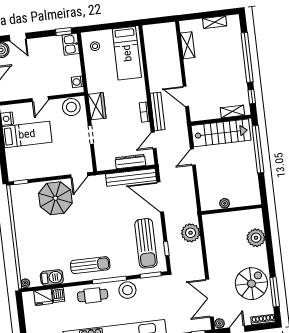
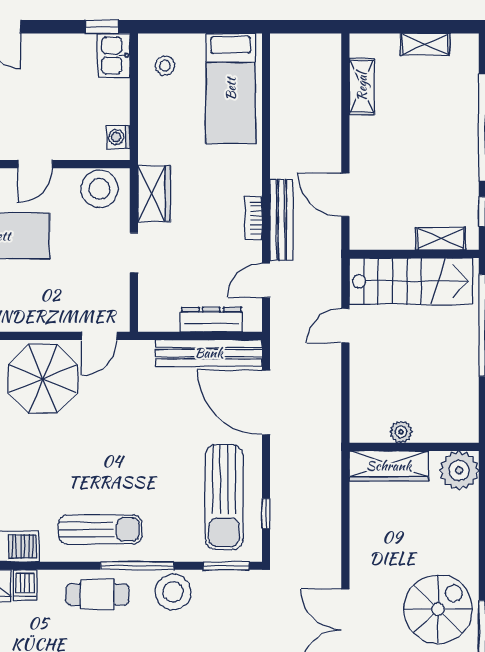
wardrobe: (221, 220) -> (389, 466), added
plant: (191, 233) -> (321, 486), removed
plant: (256, 238) -> (459, 470), moved

